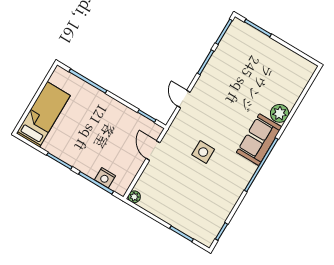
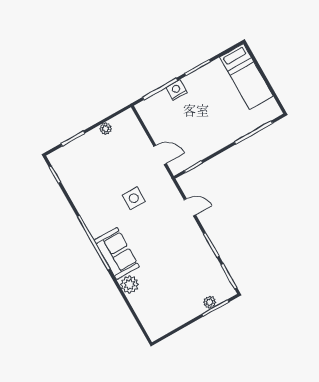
plant: (256, 36) -> (210, 302), added
nightstand: (105, 178) -> (177, 90), moved
plant: (134, 197) -> (106, 129), moved

